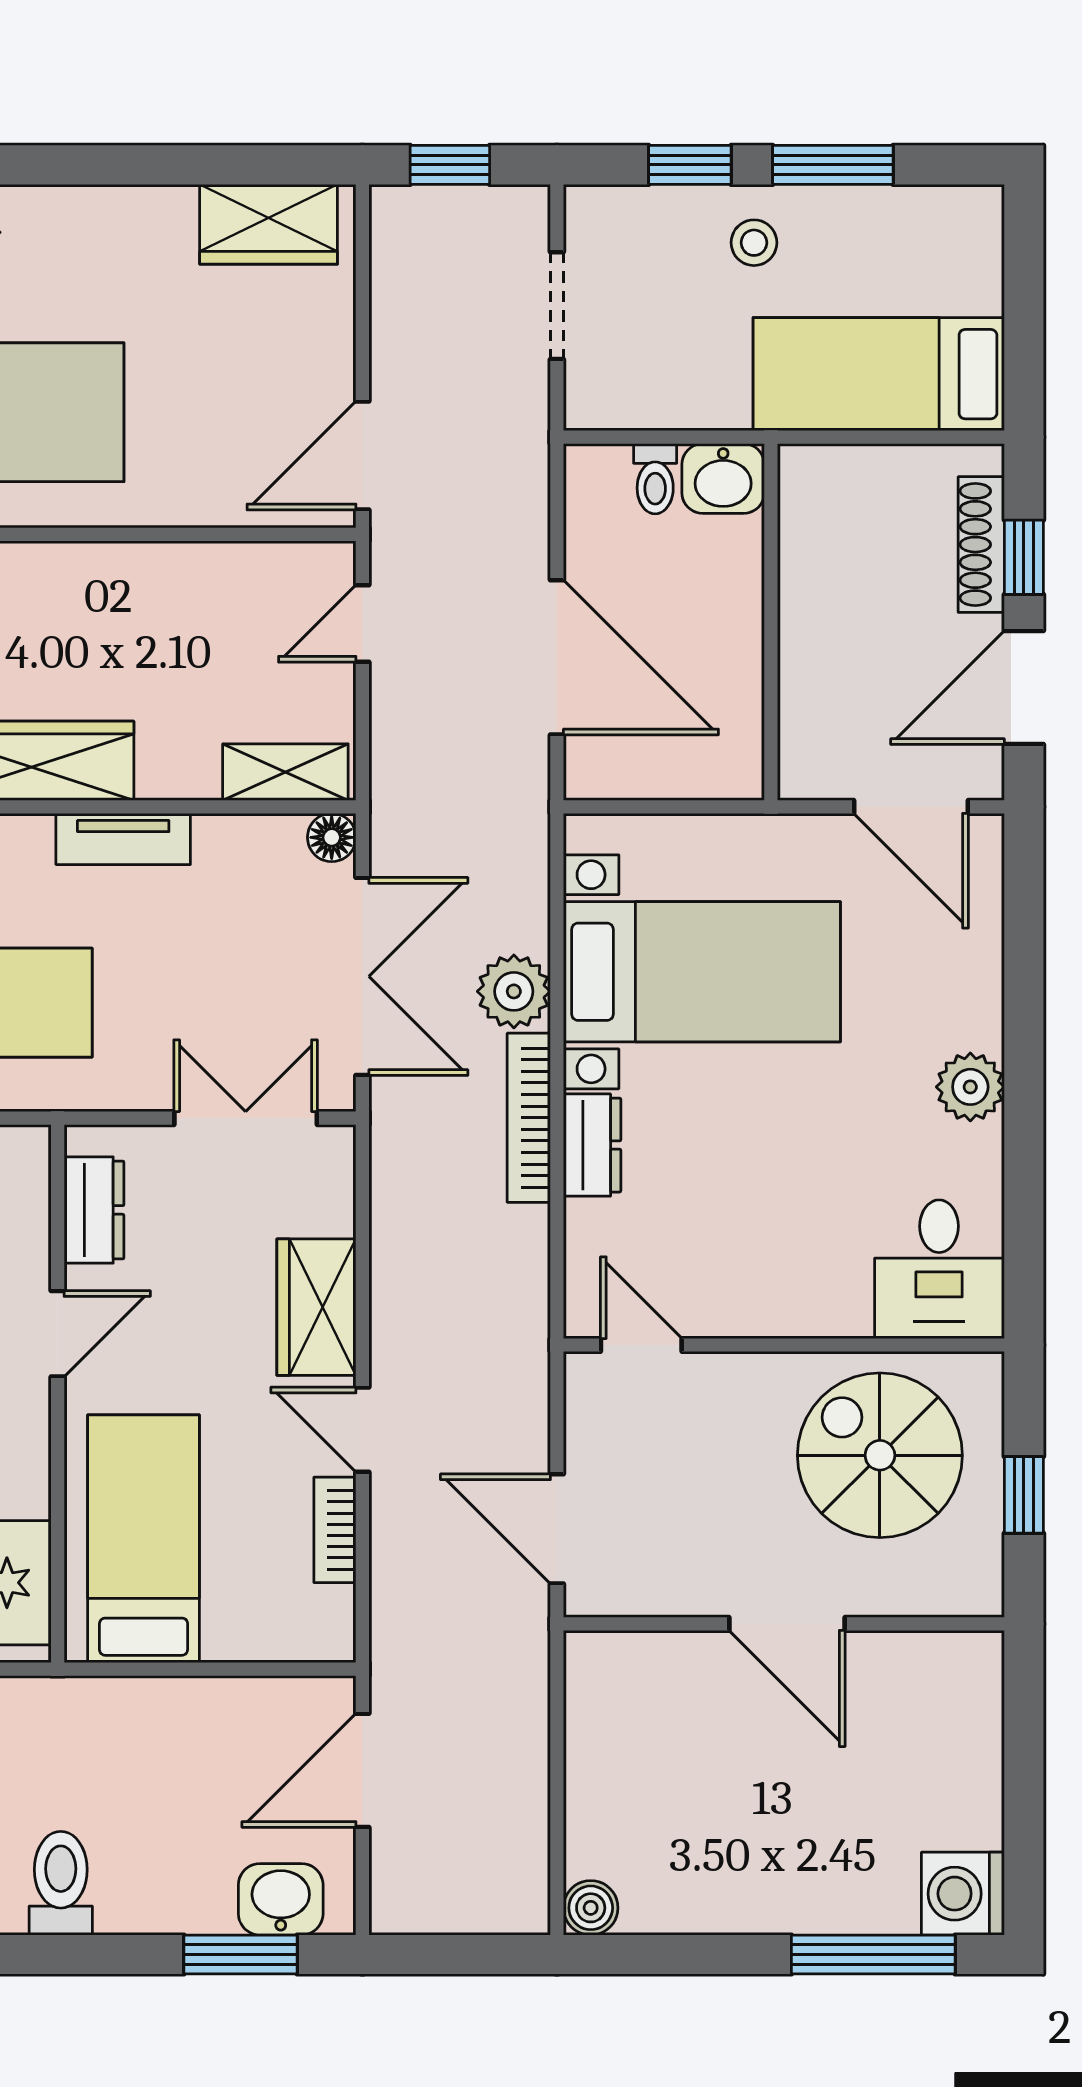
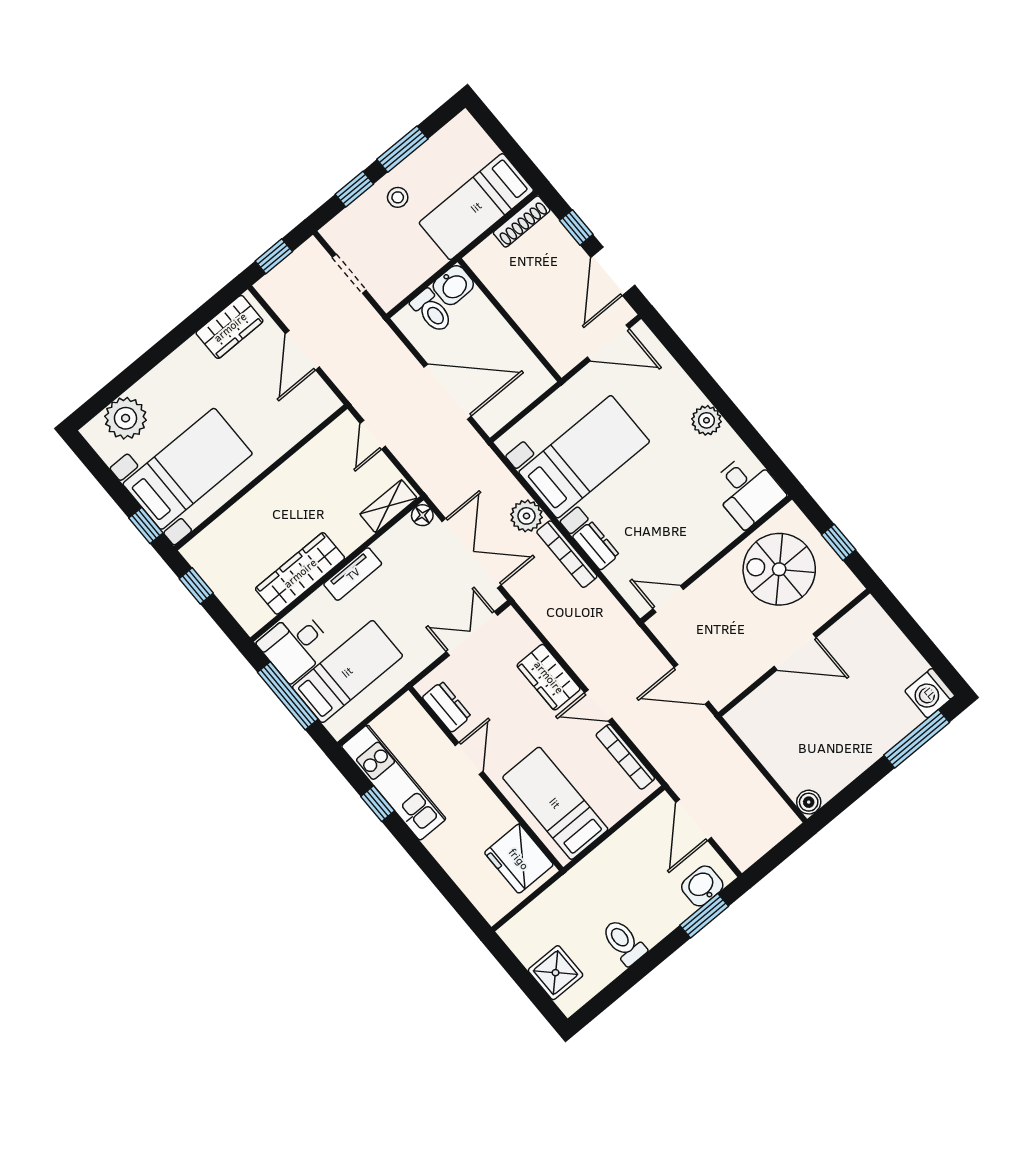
door: (362, 456) -> (302, 350), moved
toilet: (655, 479) -> (432, 311), width x1.37, depth x1.39
shoe rack: (981, 545) -> (522, 222), moved, turned -90
bookcase: (335, 1530) -> (625, 757), width x1.56

